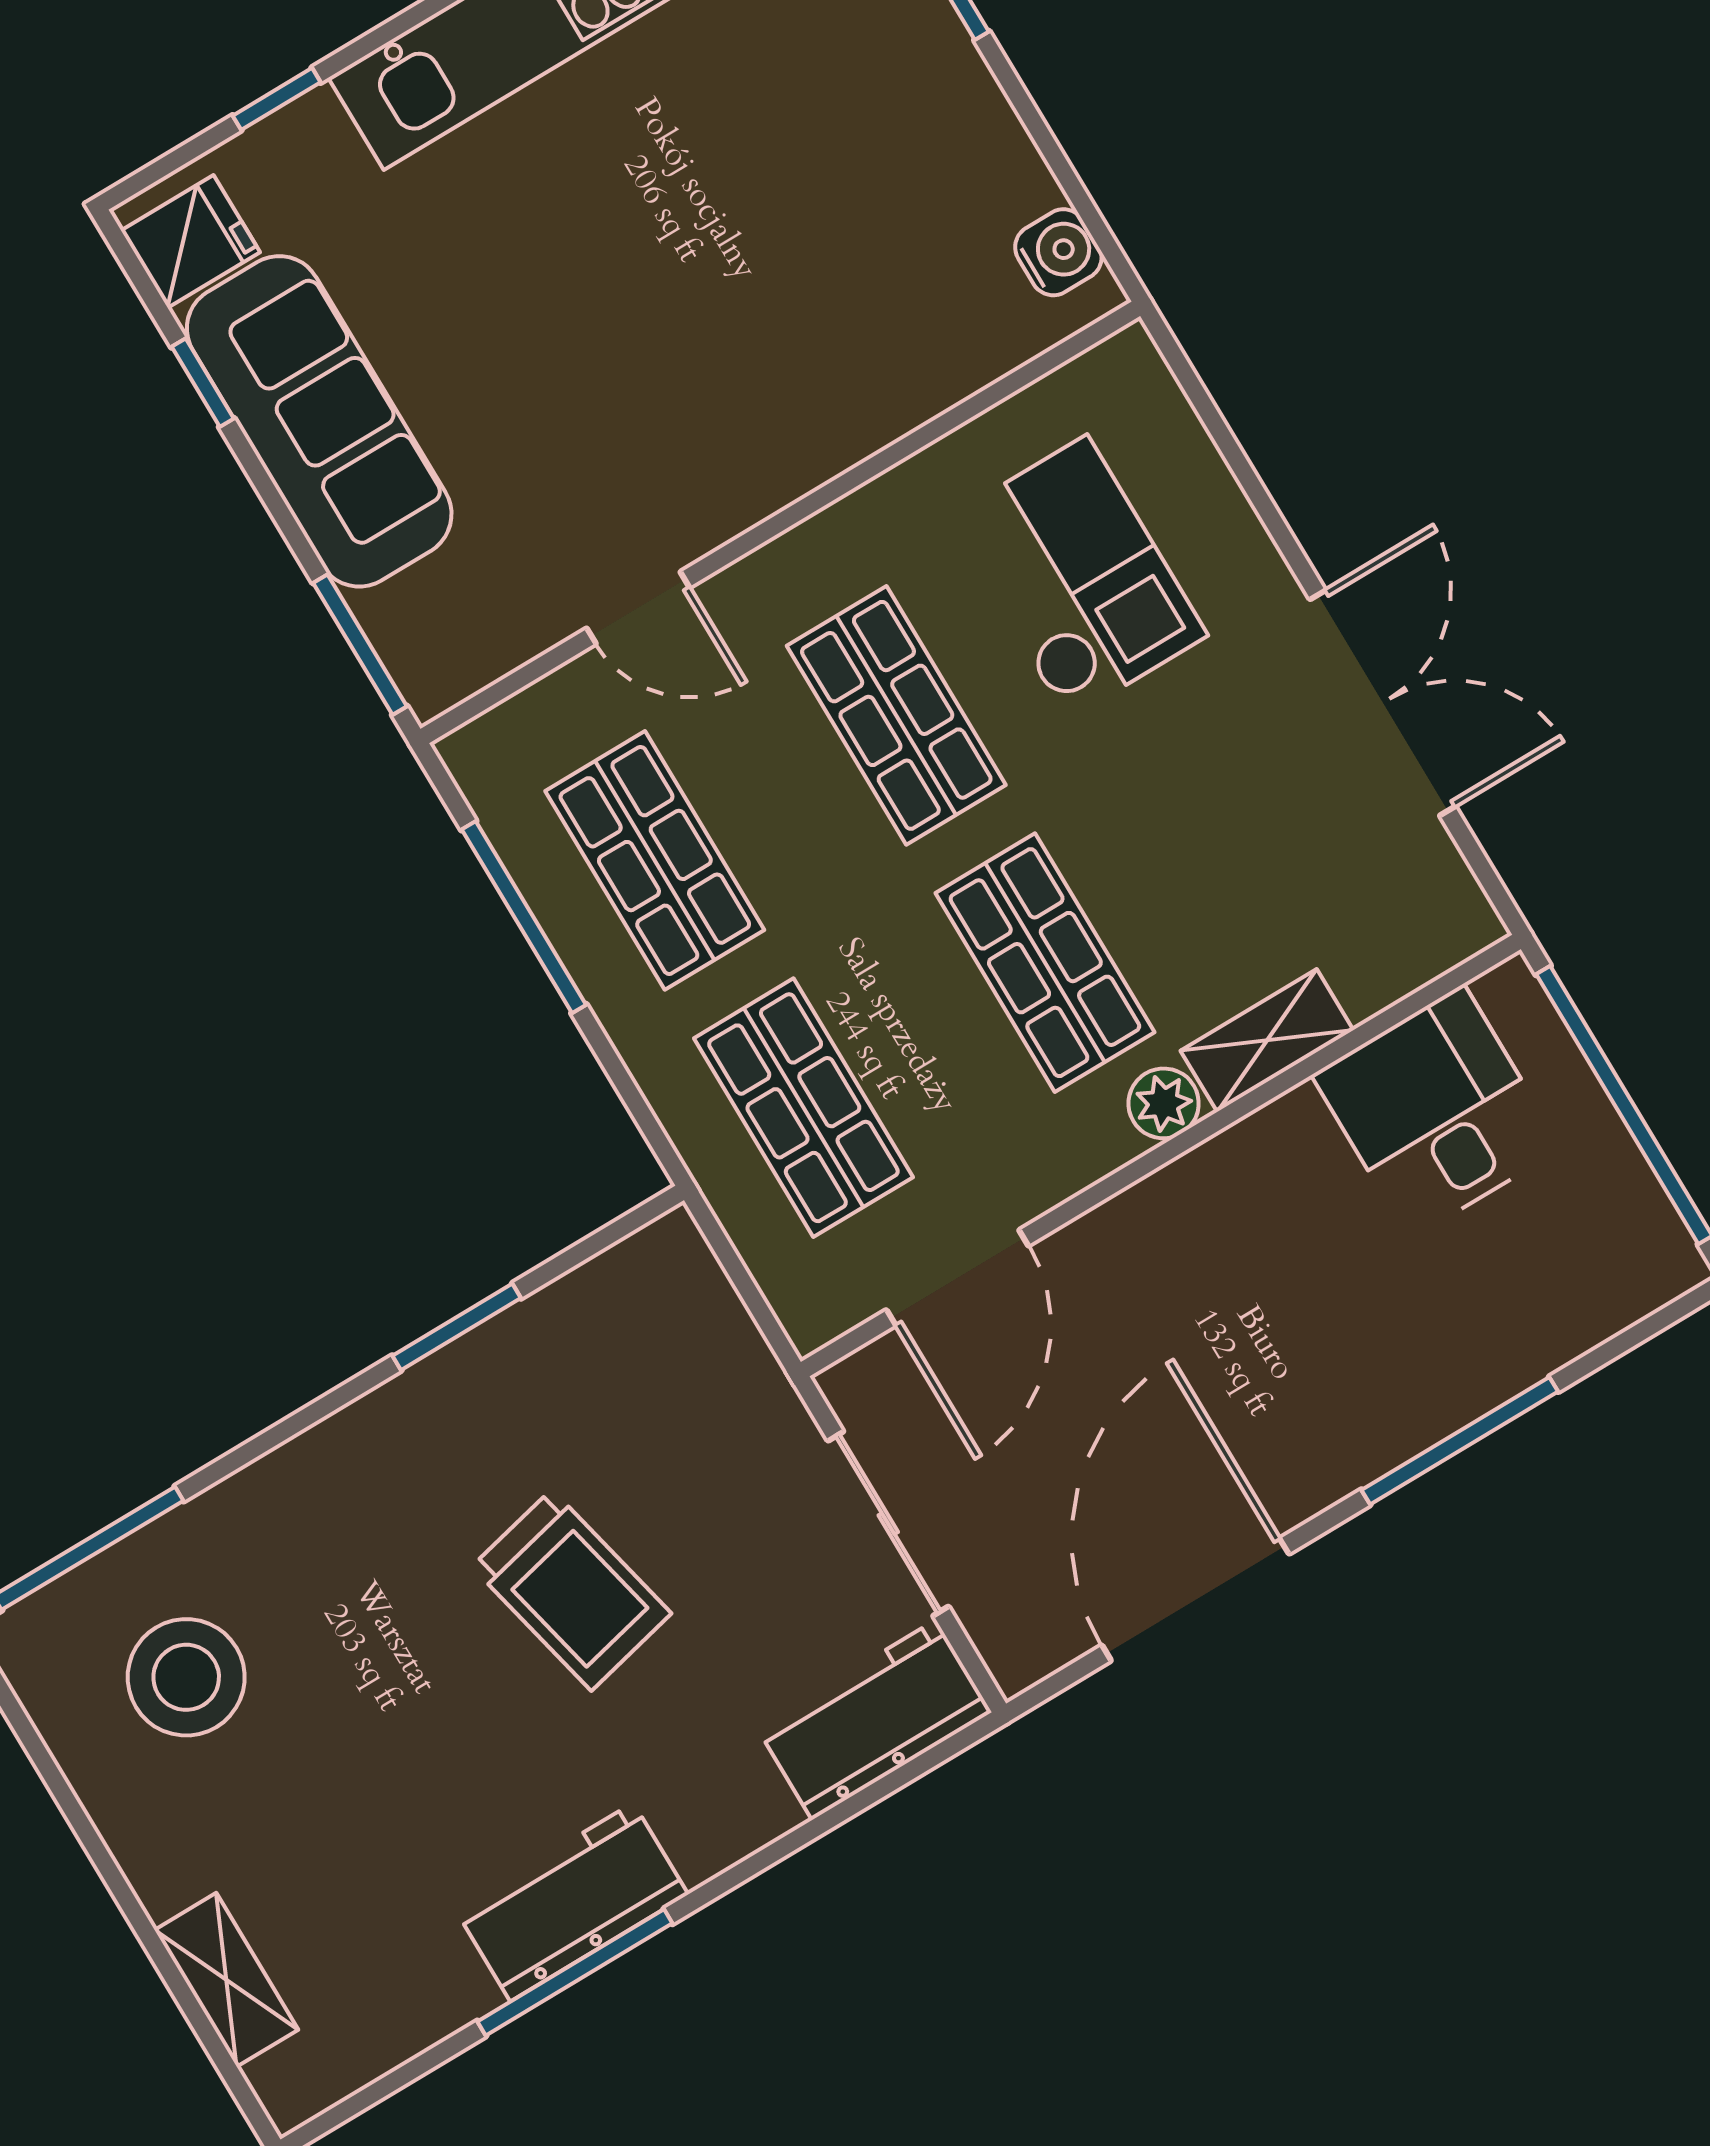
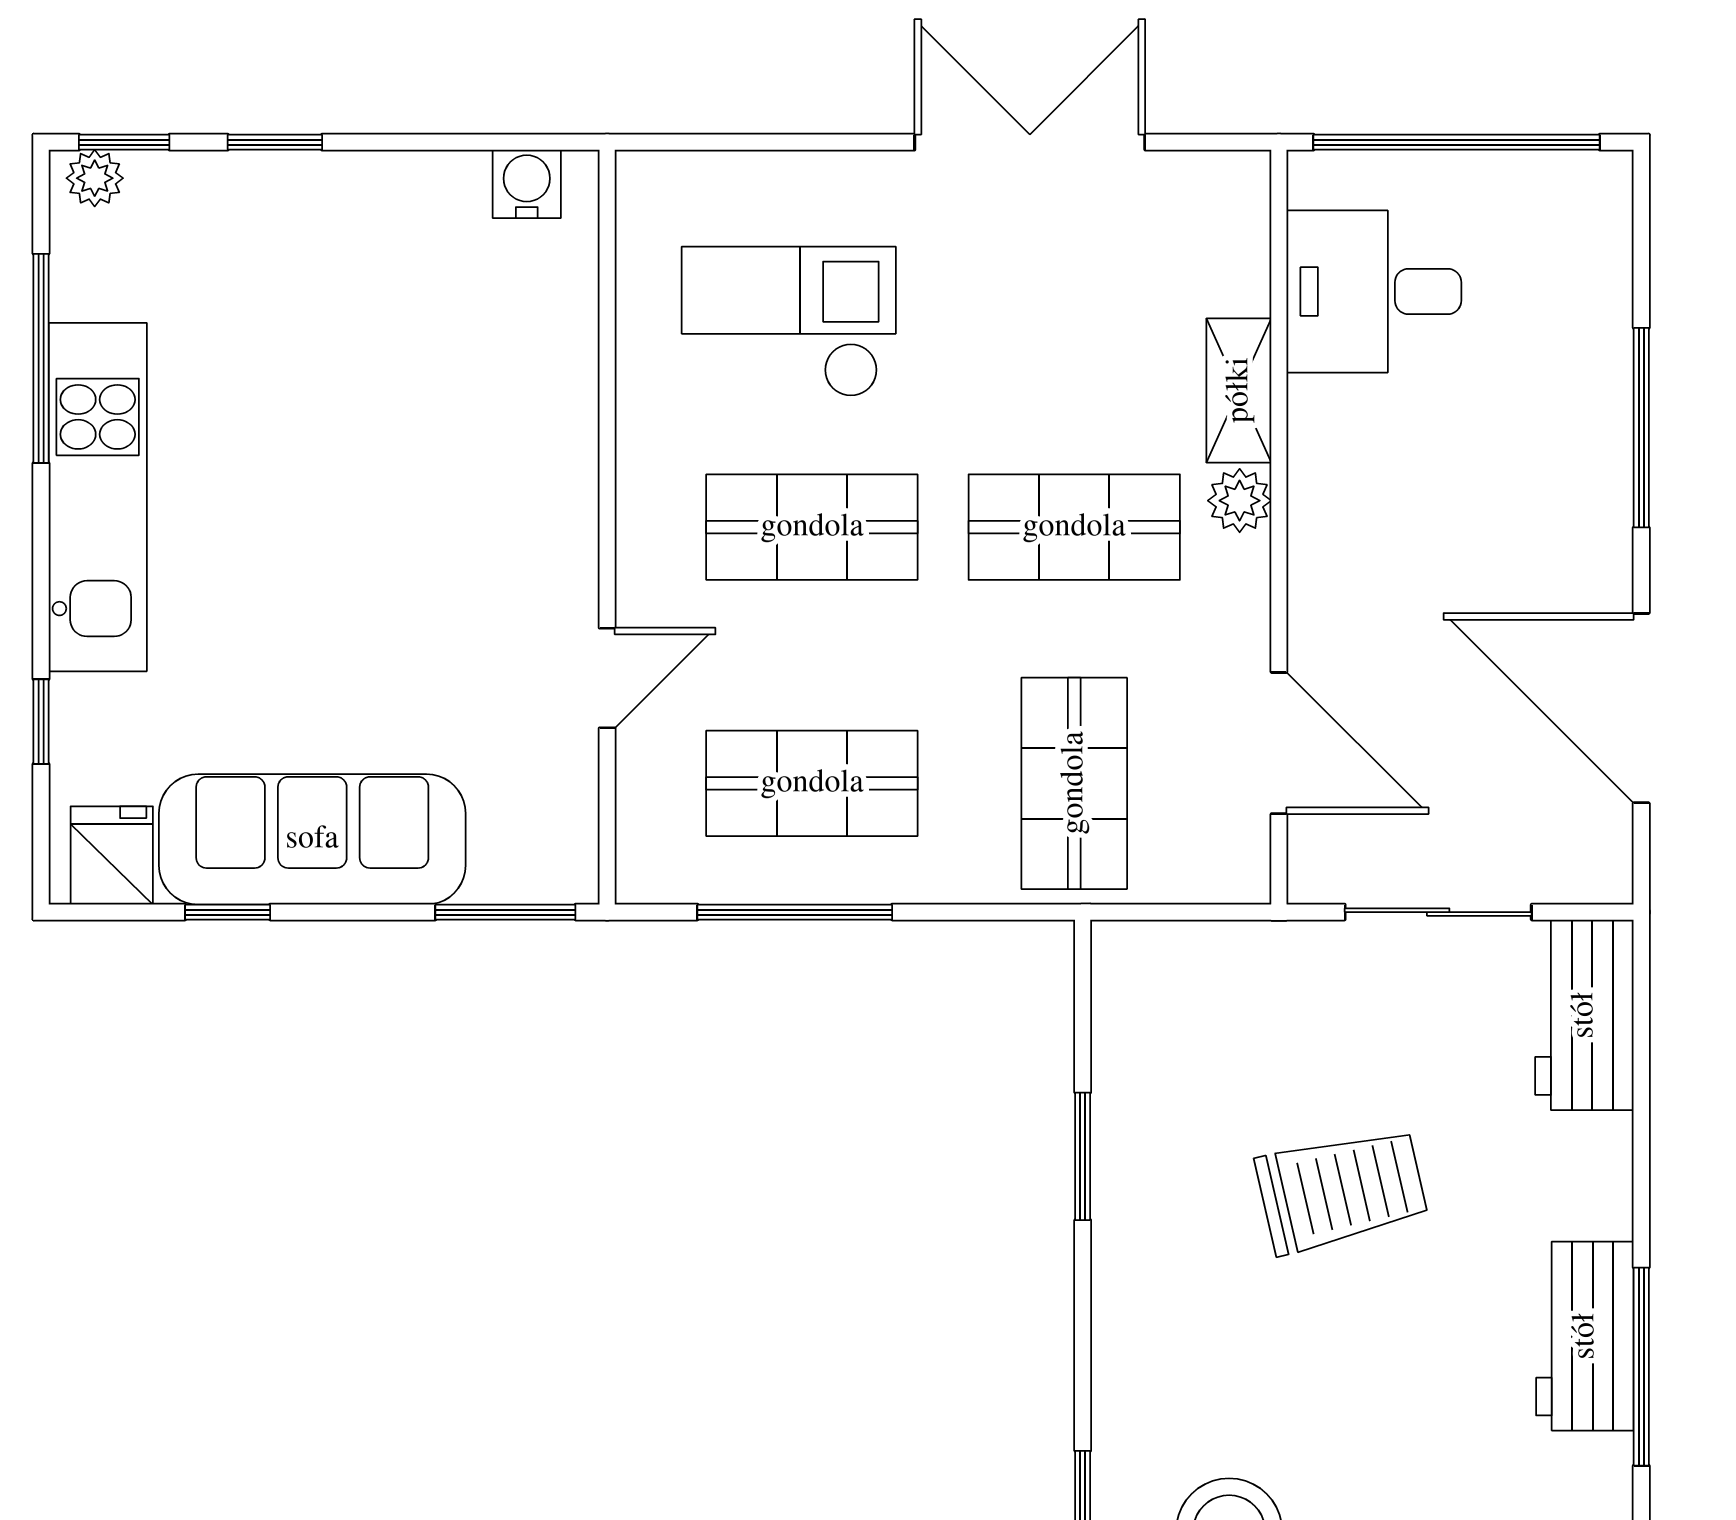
shop shelf: (803, 1108) -> (1074, 783), turned 90

